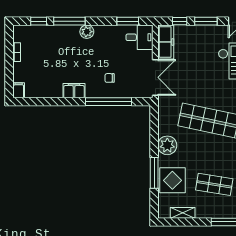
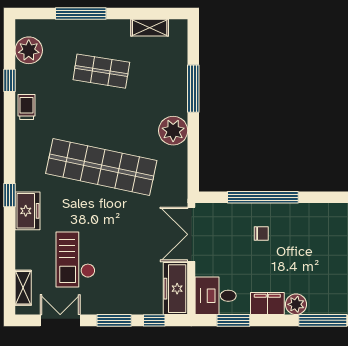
filing cabinet: (74, 91) -> (267, 304), moved, turned 180
display table: (172, 180) -> (165, 77), removed

